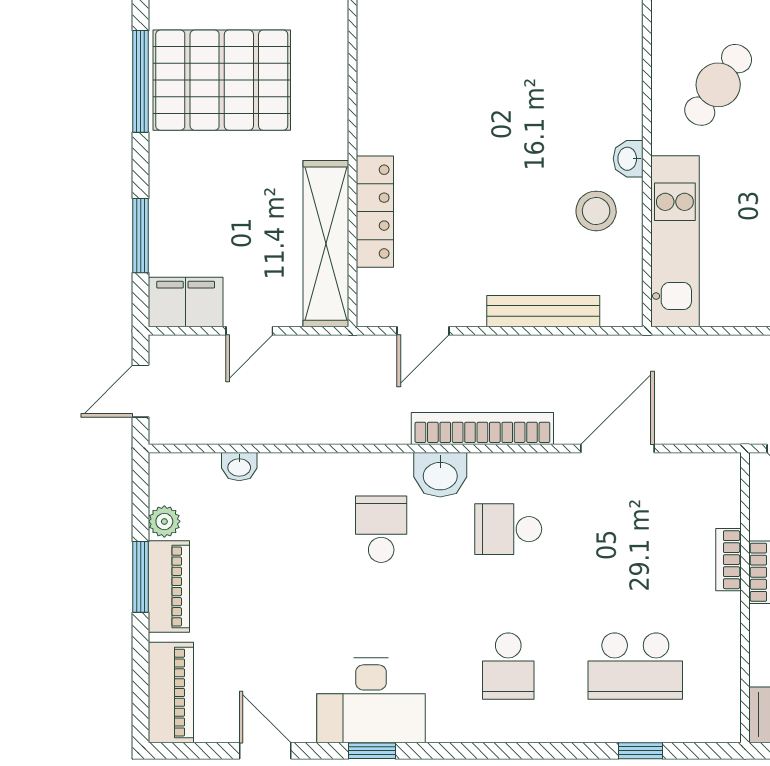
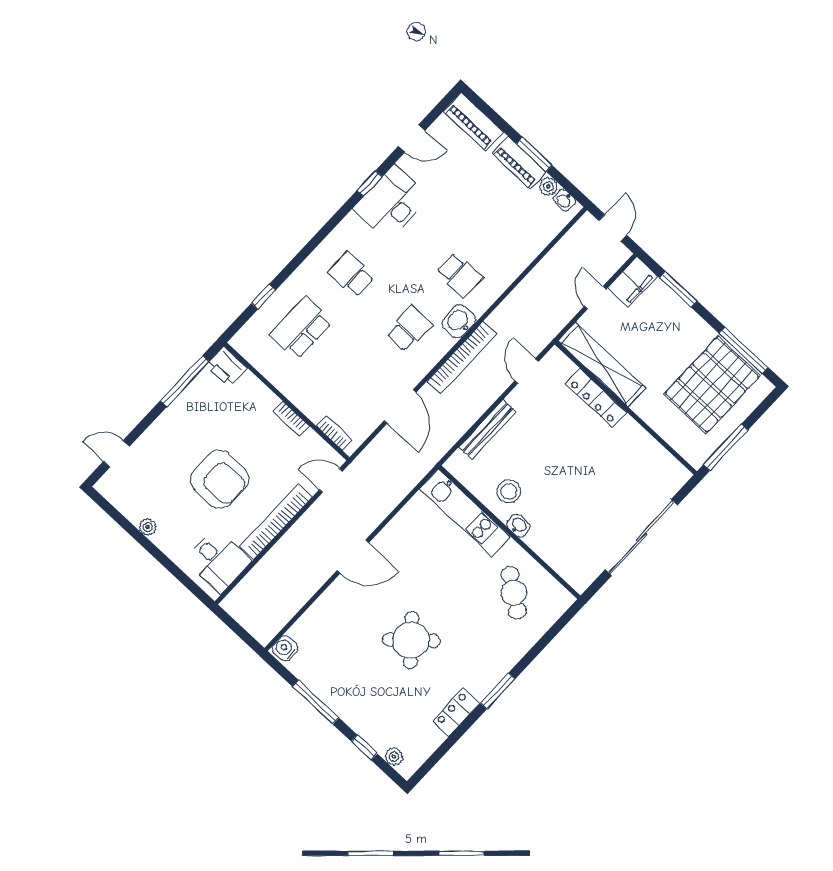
washbasin: (239, 467) -> (564, 200), moved, turned -90
bookcase: (729, 560) -> (334, 433), moved

